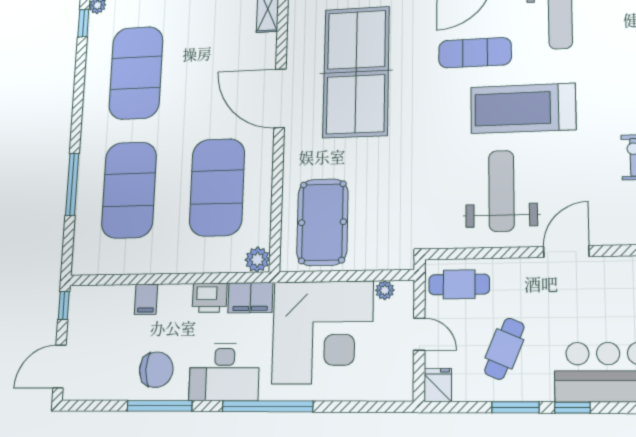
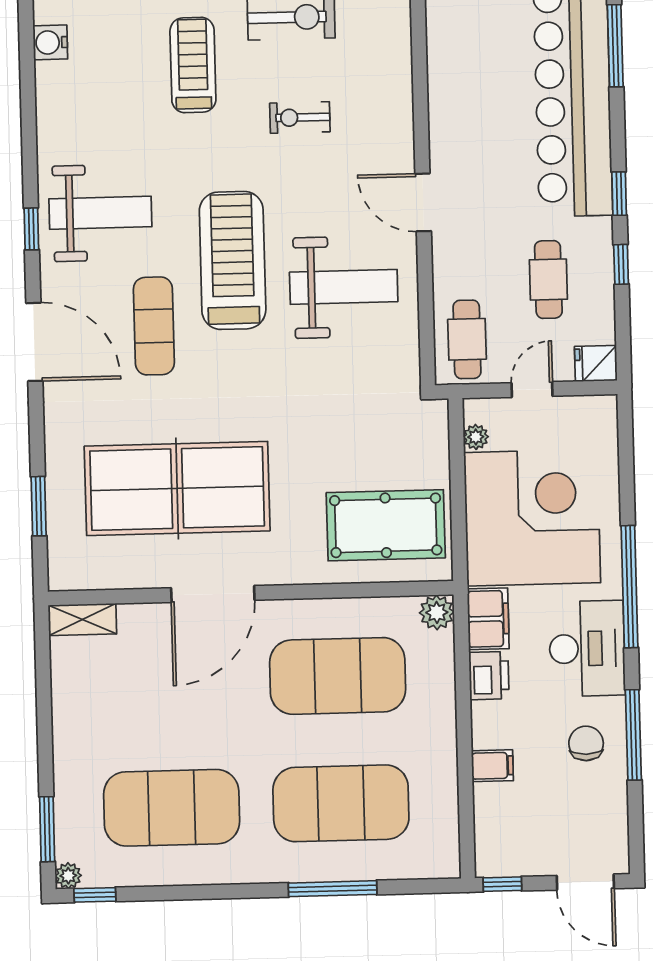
treadmill: (523, 108) -> (233, 260), turned 180
weight bench: (501, 191) -> (344, 287), turned 180
cafe table: (504, 349) -> (548, 279), turned 67
chair: (156, 370) -> (586, 743), width x0.73, depth x0.73
window: (515, 407) -> (621, 264), width x0.67

